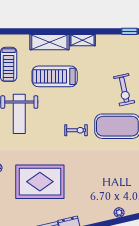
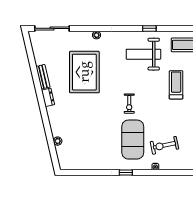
treadmill: (55, 76) -> (176, 85), width x0.73, depth x0.73

